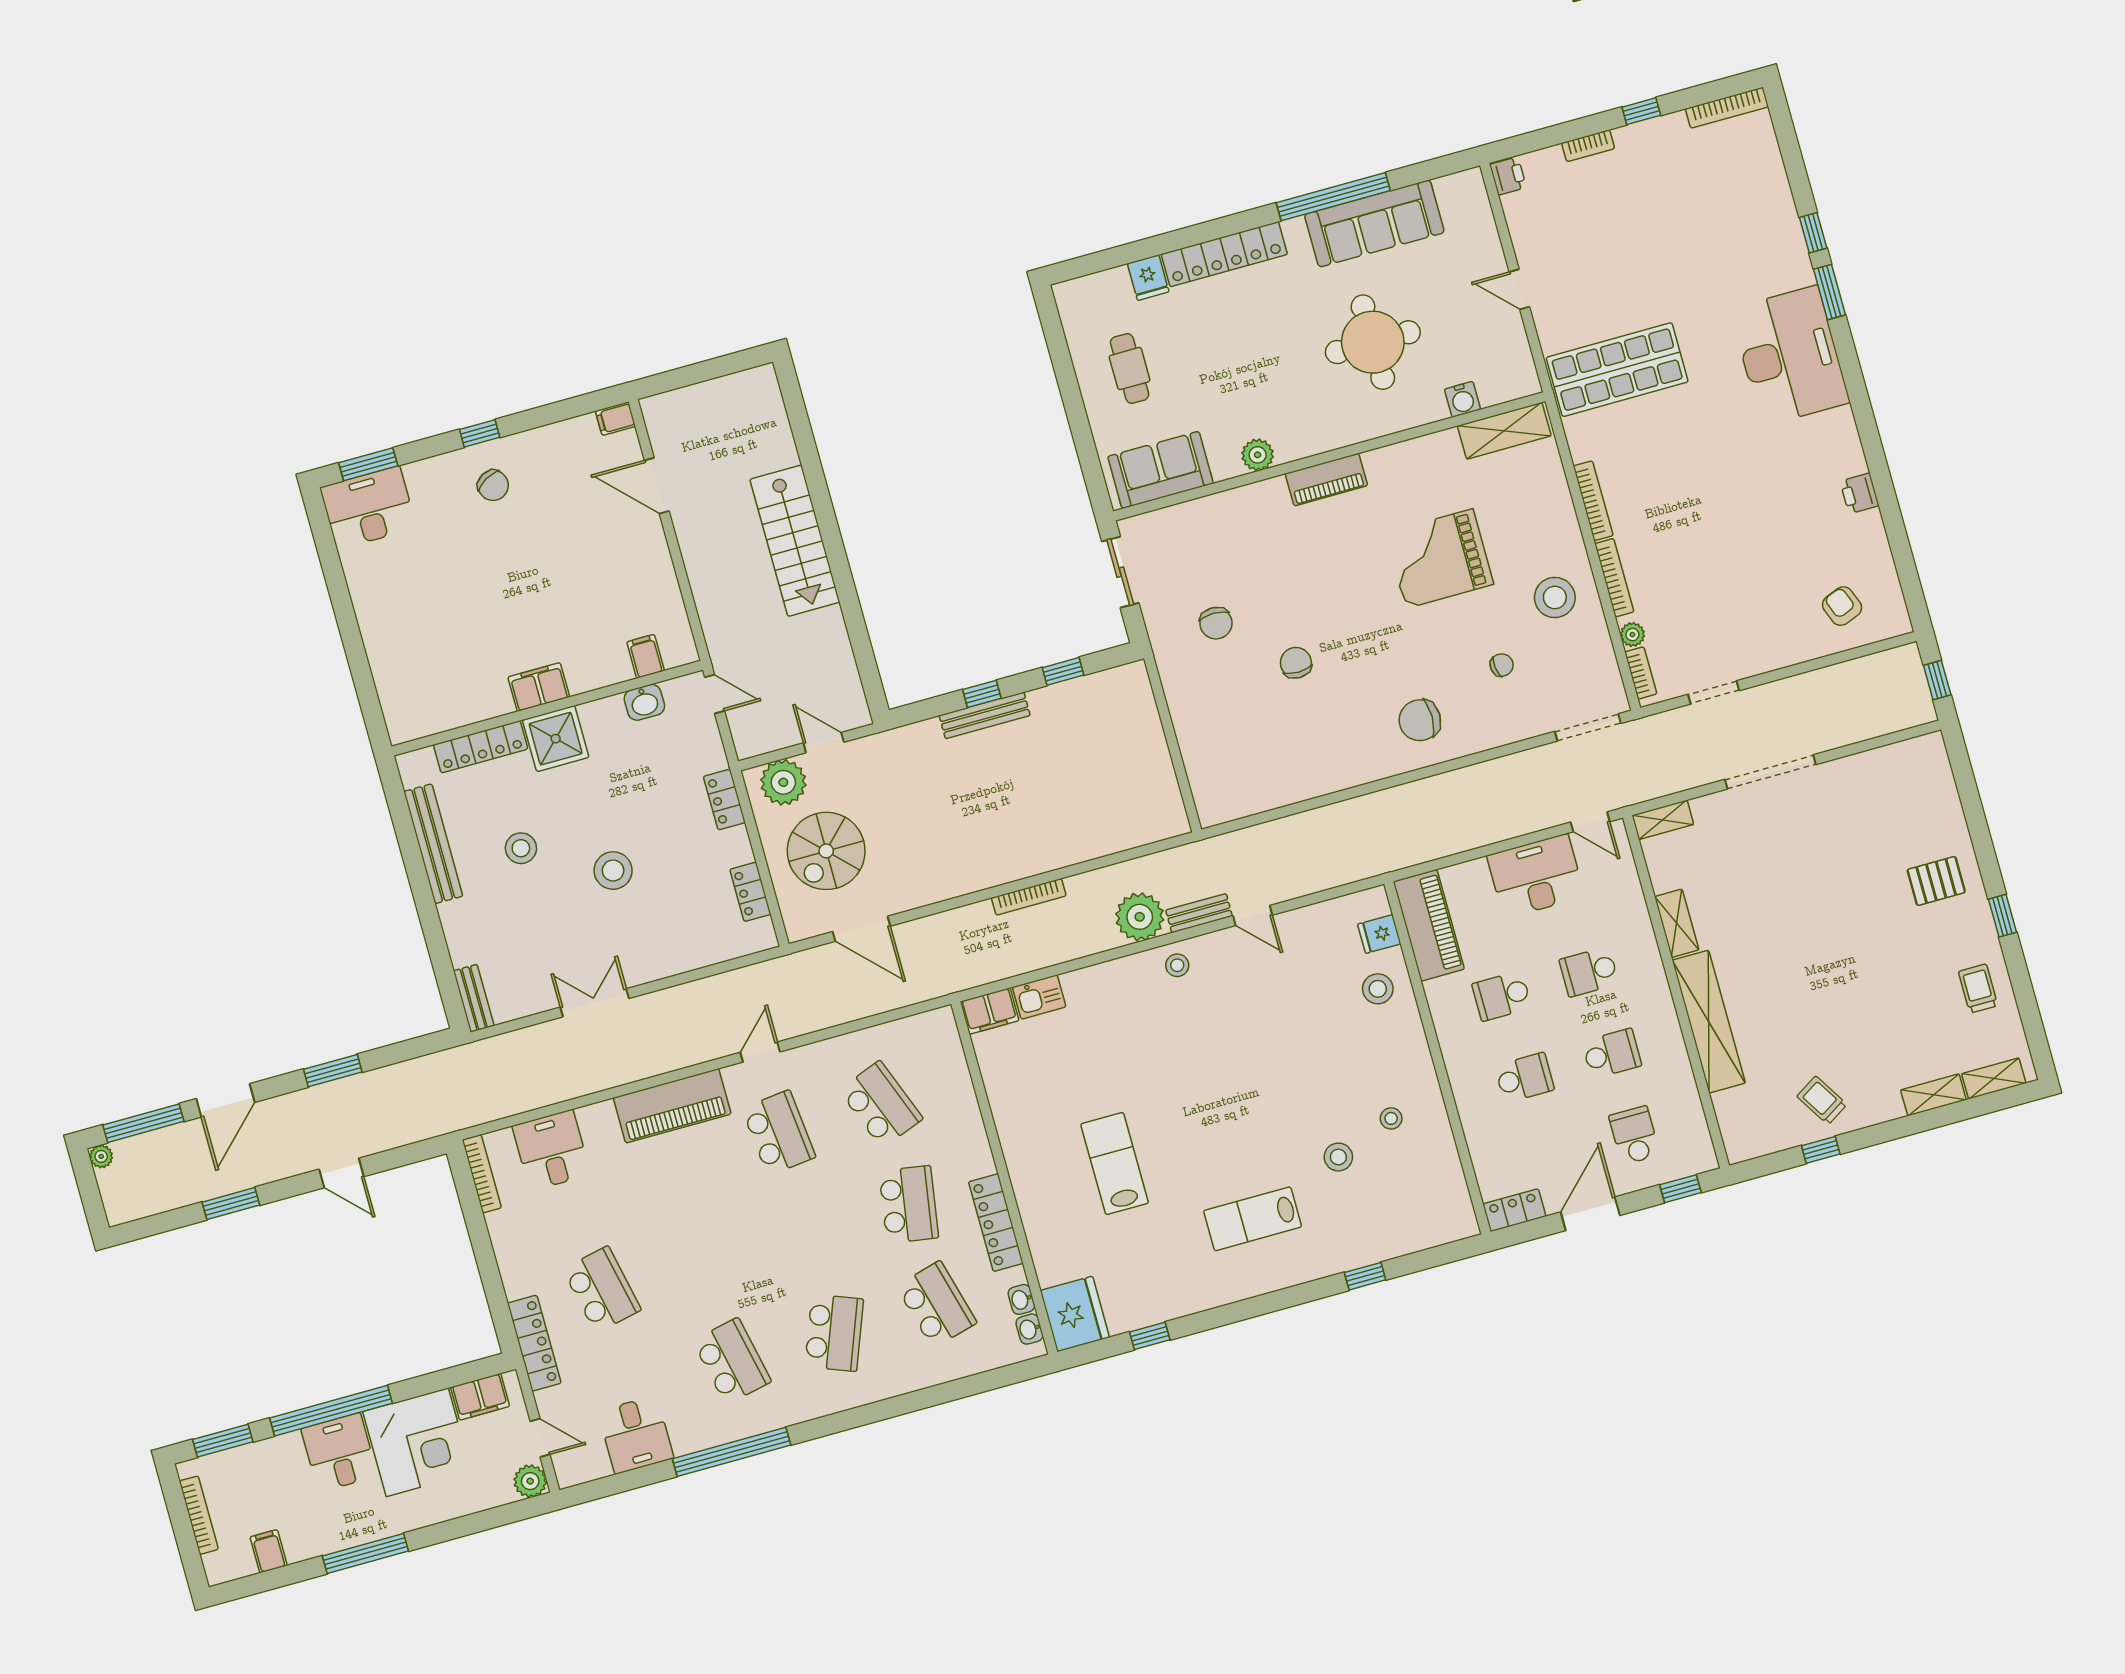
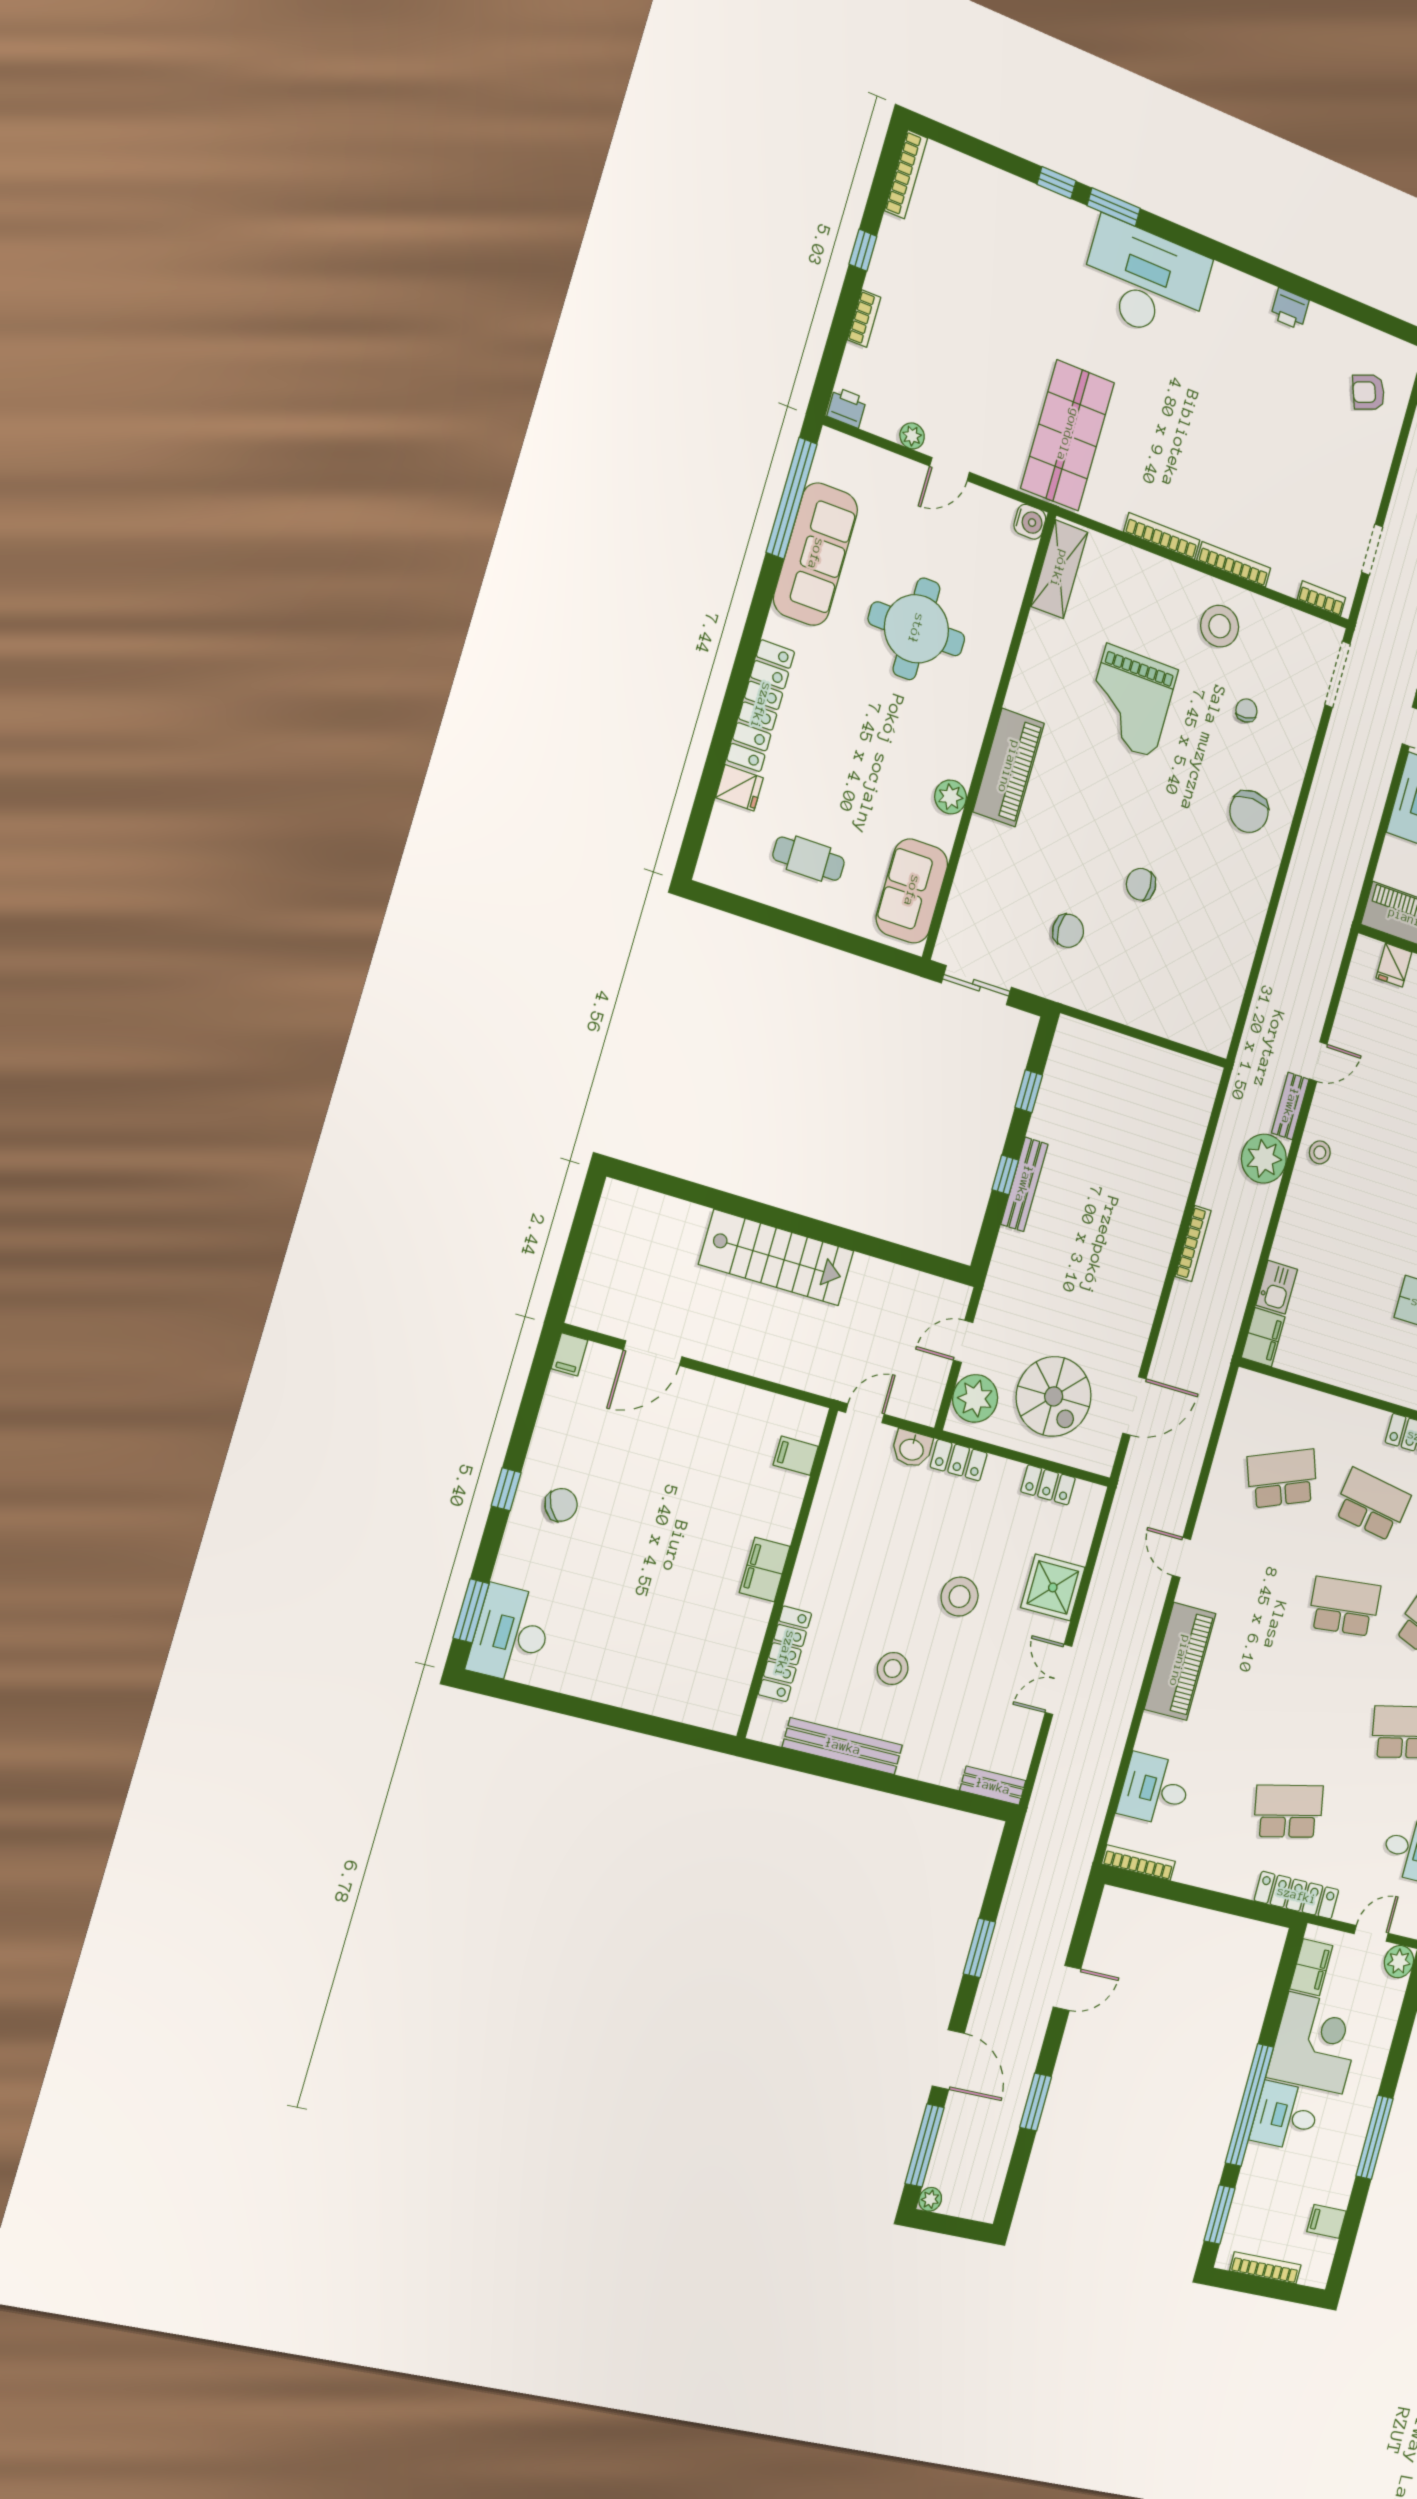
window: (1333, 197) -> (792, 498), moved
water cooler: (1462, 399) -> (1030, 522), moved
piano: (1326, 480) -> (1009, 767), width x1.37, depth x1.33
plant: (1632, 635) -> (912, 436), moved
washbasin: (644, 702) -> (912, 1449), moved, turned 90
shower: (556, 739) -> (1053, 1587), moved
school desk: (779, 1133) -> (1344, 1606), moved

